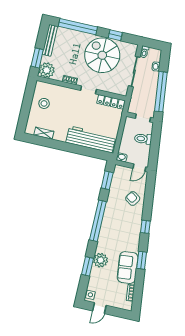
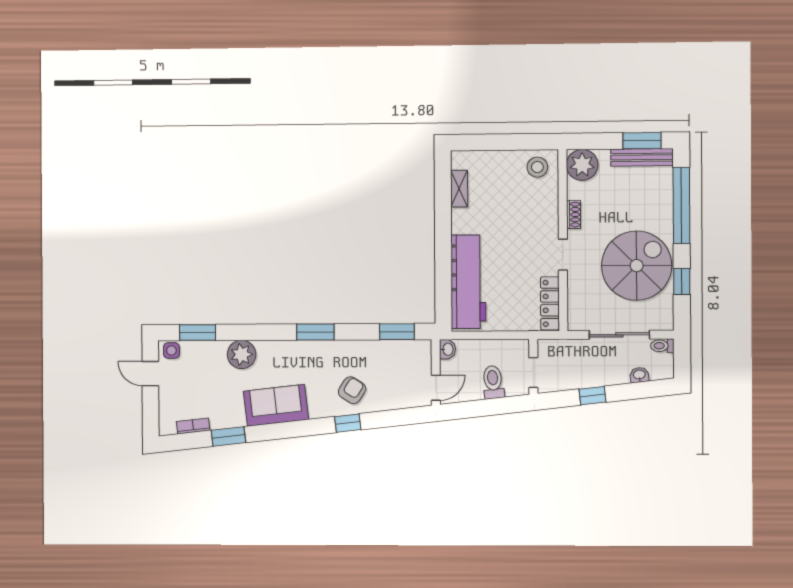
window: (37, 58) -> (642, 141), moved
window: (161, 92) -> (592, 396), width x0.32
stool: (44, 103) -> (537, 167), moved
door: (139, 168) -> (436, 388), swing flipped
armchair: (133, 199) -> (352, 390), moved
window: (98, 221) -> (315, 332), width x0.47
window: (145, 227) -> (348, 423), moved
window: (142, 260) -> (228, 436), moved
window: (88, 266) -> (198, 332), moved
sofa: (128, 268) -> (276, 405), moved

